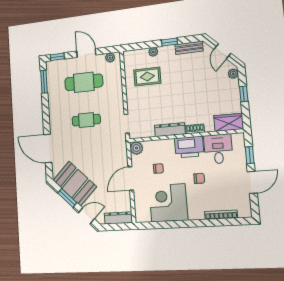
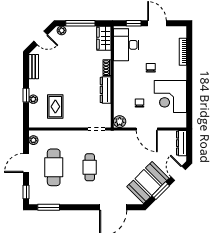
window: (169, 42) -> (26, 95), moved
window: (244, 94) -> (80, 23), width x2.17
printer: (189, 147) -> (122, 74), removed
desk: (218, 149) -> (126, 45), width x1.37

